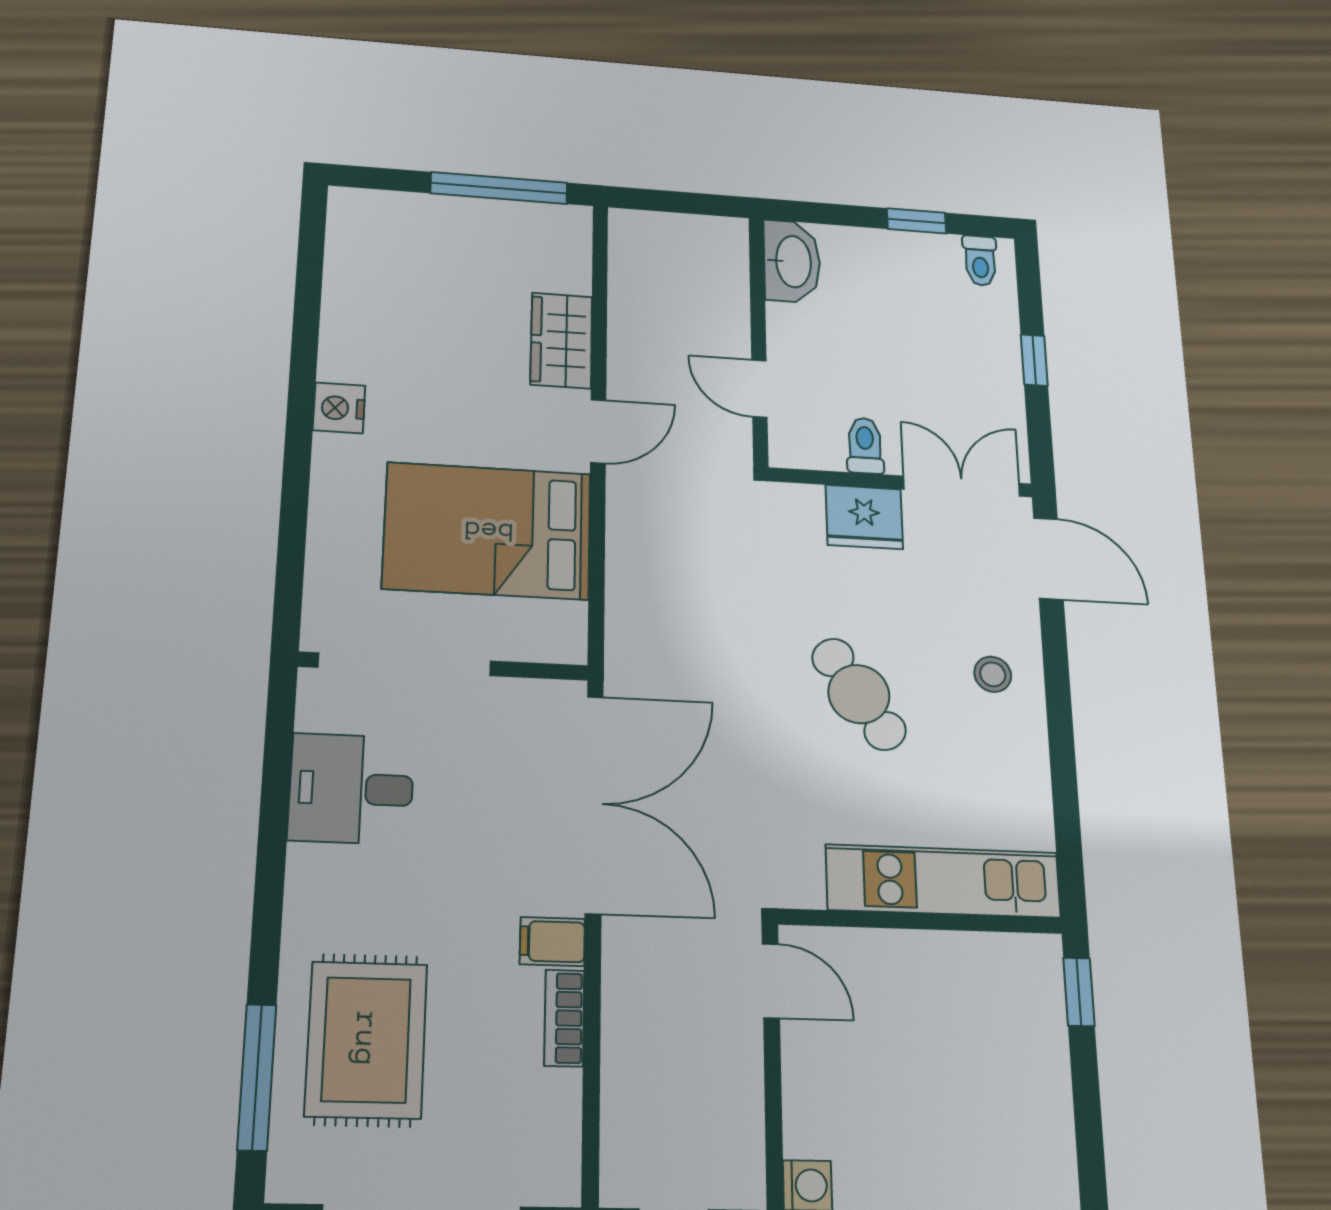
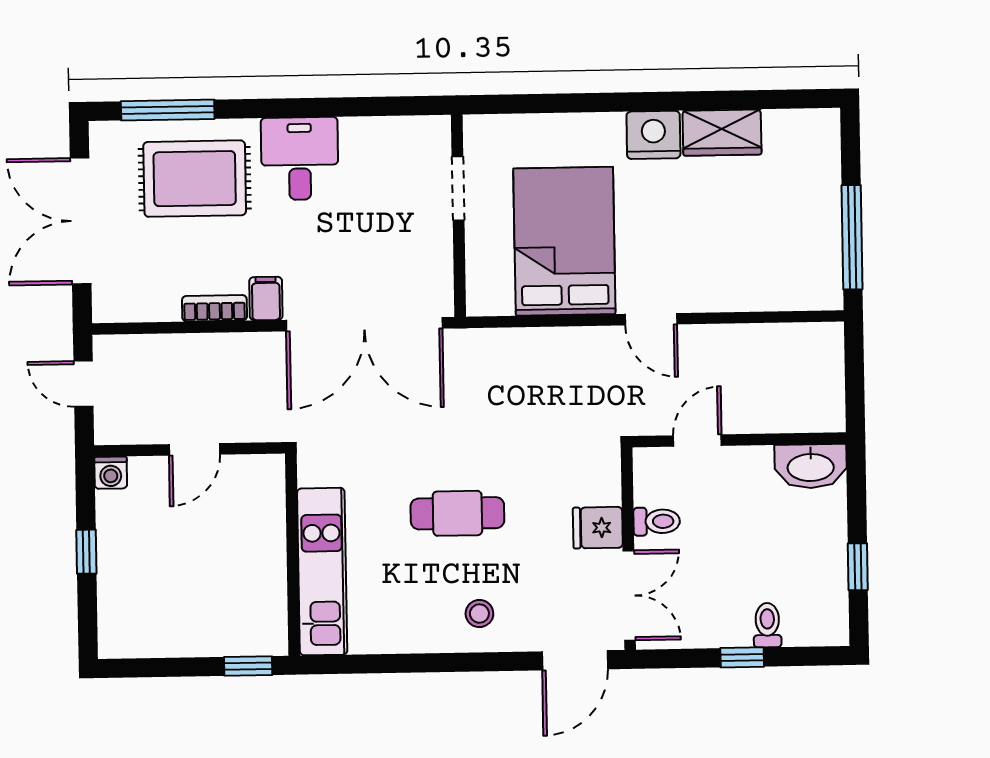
toilet: (980, 261) -> (767, 625), moved, turned 90
wardrobe: (561, 341) -> (722, 133), moved, turned 180
nightstand: (339, 408) -> (653, 135), width x1.36, depth x1.33
fridge: (864, 517) -> (598, 528), width x0.72
doorway: (405, 664) -> (458, 188), width x0.53
cafe table: (859, 694) -> (457, 513), turned 34
desk: (351, 789) -> (300, 159), moved
door: (771, 981) -> (194, 449), moved

